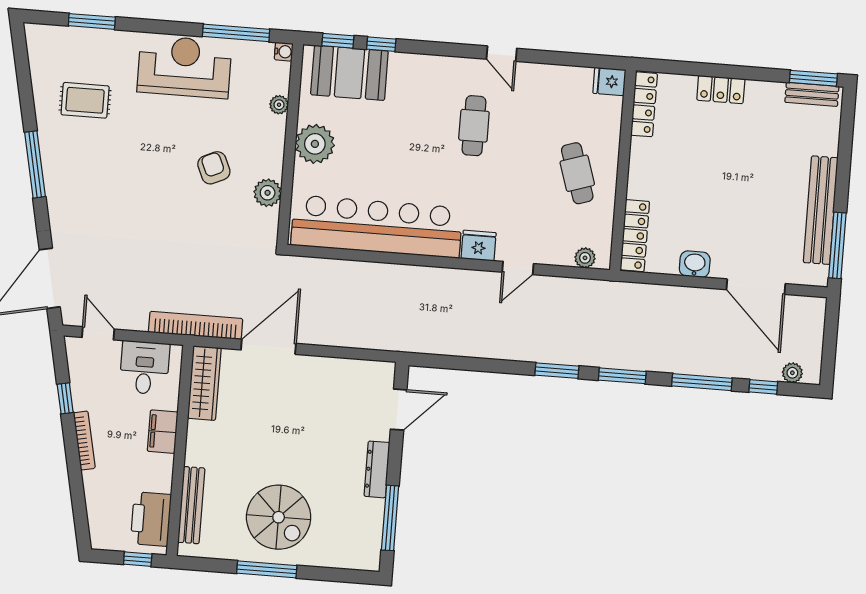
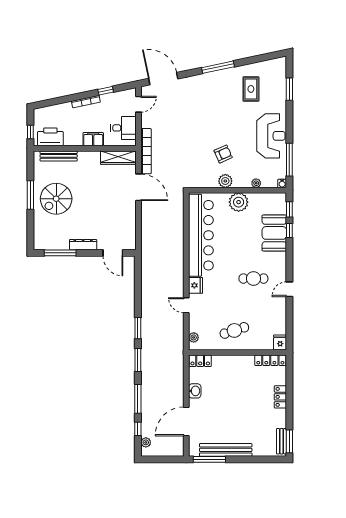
booth: (349, 73) -> (274, 233), moved
plant: (268, 193) -> (225, 181), moved
locker: (635, 236) -> (200, 361), width x0.66

